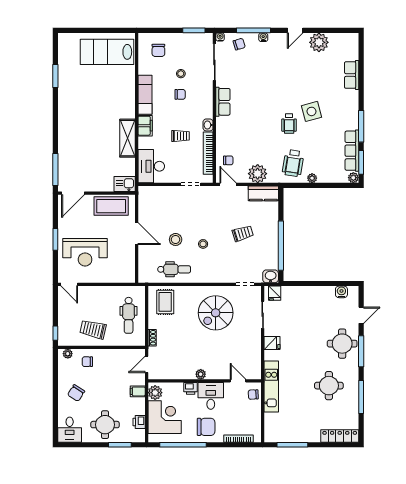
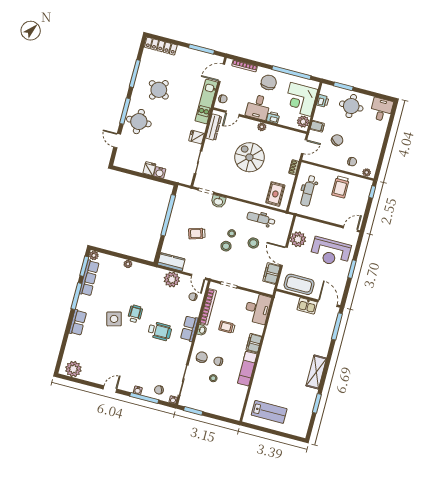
plant: (319, 42) -> (73, 369), moved
chair: (158, 50) -> (202, 357), moved
lab bench: (107, 52) -> (269, 412), width x0.73, depth x0.72
row of seats: (352, 75) -> (78, 323), moved
row of seats: (223, 102) -> (189, 329), moved
shelving: (128, 138) -> (316, 372), moved
wheelchair: (293, 163) -> (160, 331), moved, turned 81
kitchen sink: (125, 184) -> (307, 306), moved
door: (73, 193) -> (328, 303), hinge flipped
filing cabinet: (146, 210) -> (271, 273), added
stool: (206, 228) -> (226, 246), added
reception desk: (85, 252) -> (330, 252), turned 180
plant: (126, 257) -> (298, 239), added
washbasin: (271, 276) -> (218, 201), moved
door: (69, 284) -> (350, 229), hinge flipped
water cooler: (341, 292) -> (160, 172), moved
fridge: (275, 293) -> (149, 169), moved
spiral stairs: (216, 313) -> (249, 157), moved, turned -90
dental chair: (129, 315) -> (308, 191), turned 180
door: (361, 315) -> (117, 141), hinge flipped
trolley: (93, 329) -> (341, 187), turned 77
dresser: (255, 360) -> (214, 127), added
door: (238, 381) -> (232, 113), hinge flipped
round table: (329, 386) -> (159, 90), turned 30
chair: (76, 393) -> (337, 140), moved
door: (263, 424) -> (222, 73), added
chair: (206, 427) -> (269, 82), turned 90

